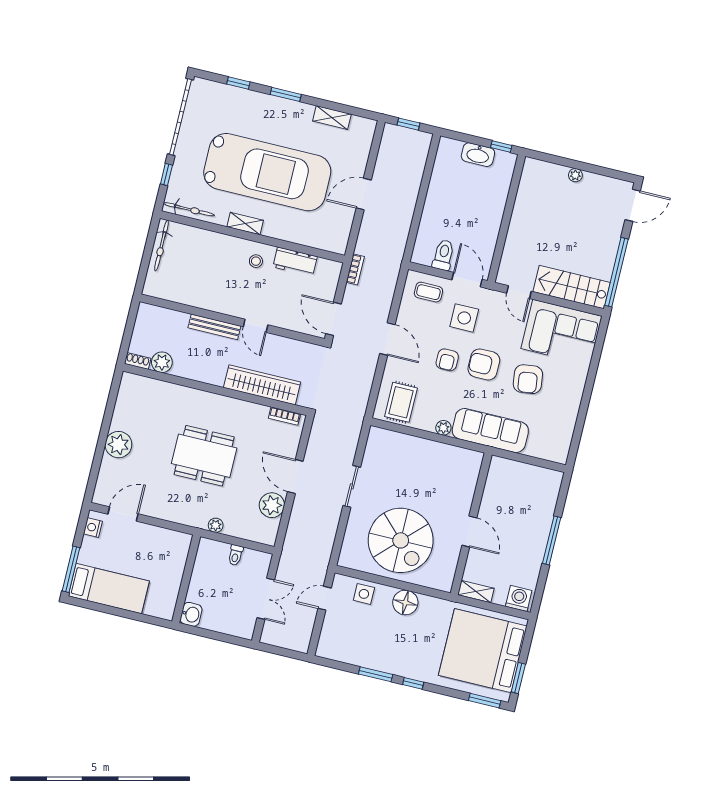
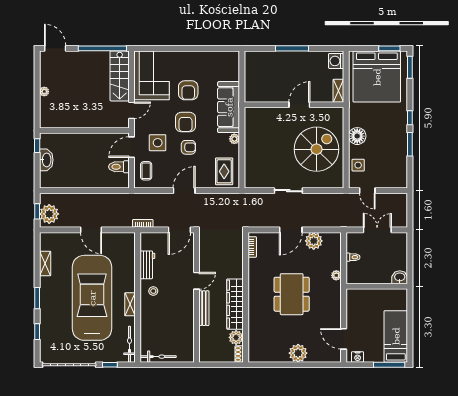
plant: (400, 140) -> (49, 214), added
armchair: (528, 379) -> (188, 90), turned 97
wardrobe: (262, 385) -> (235, 304), moved
rug: (401, 402) -> (224, 171), turned 90

